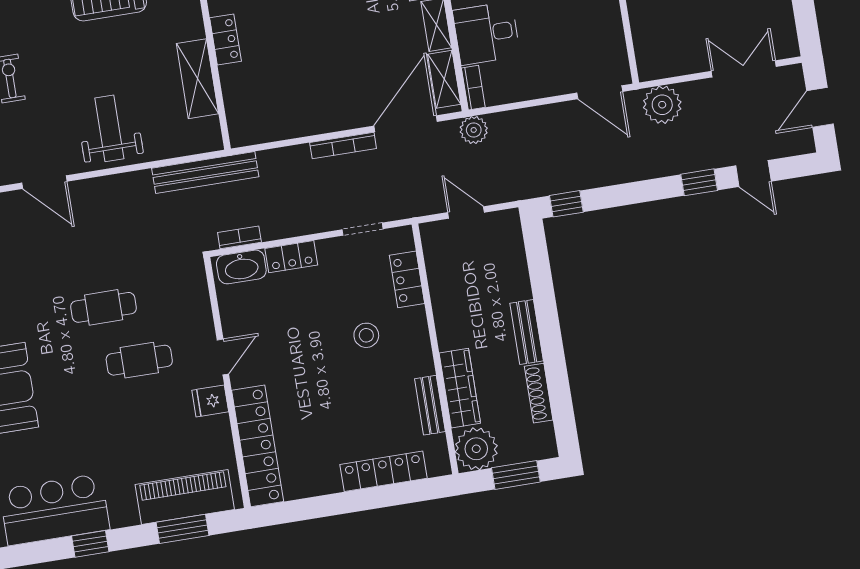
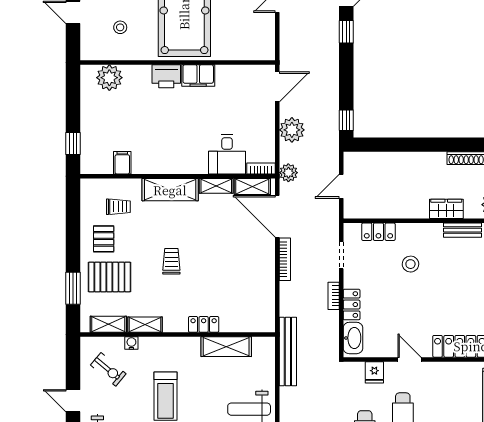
plant: (662, 105) -> (292, 130), moved
bookcase: (239, 237) -> (334, 296), moved
bench: (527, 332) -> (425, 160), removed
wardrobe: (460, 388) -> (446, 209), width x0.67
fridge: (210, 401) -> (374, 372), moved

